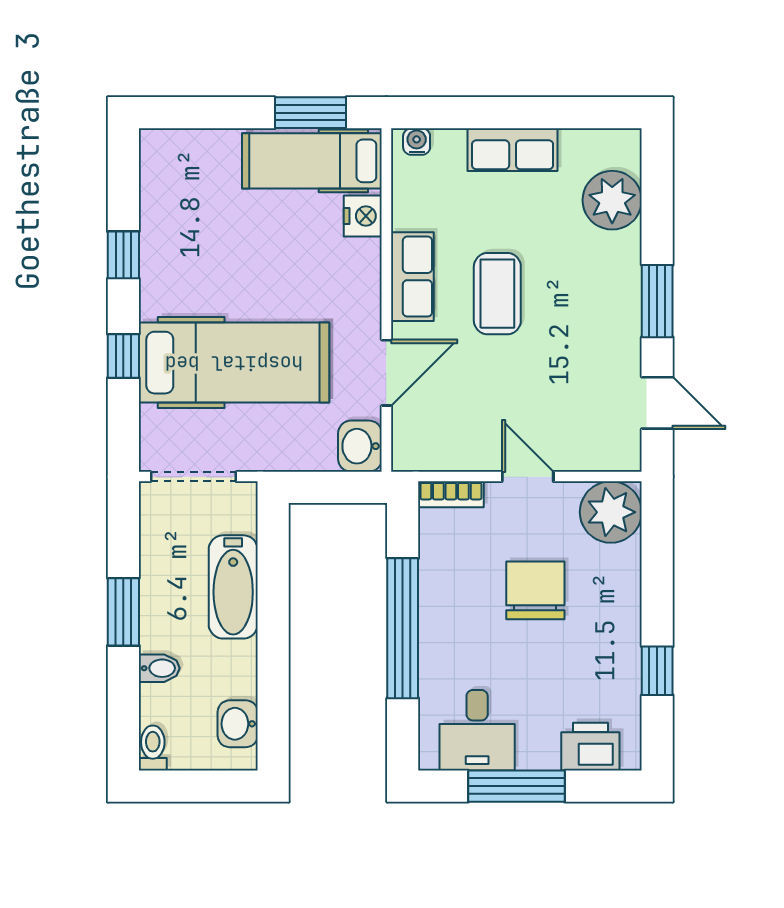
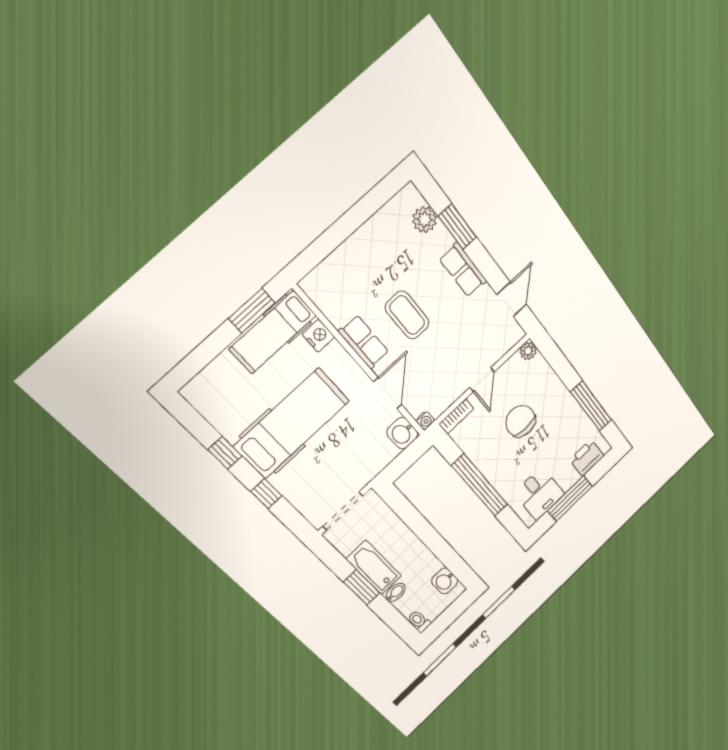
water cooler: (417, 142) -> (425, 421), moved, turned 180
row of seats: (513, 150) -> (463, 270), moved, turned 90
plant: (612, 200) -> (425, 220), width x0.73, depth x0.73
window: (657, 301) -> (457, 227), moved
hospital bed: (234, 363) -> (292, 423), moved
door: (657, 403) -> (512, 299), hinge flipped
door: (528, 477) -> (482, 380), swing flipped
plant: (611, 512) -> (528, 351), width x0.53, depth x0.53
bathtub: (233, 587) -> (374, 567), moved, turned 180
window: (657, 671) -> (591, 406), width x2.17

